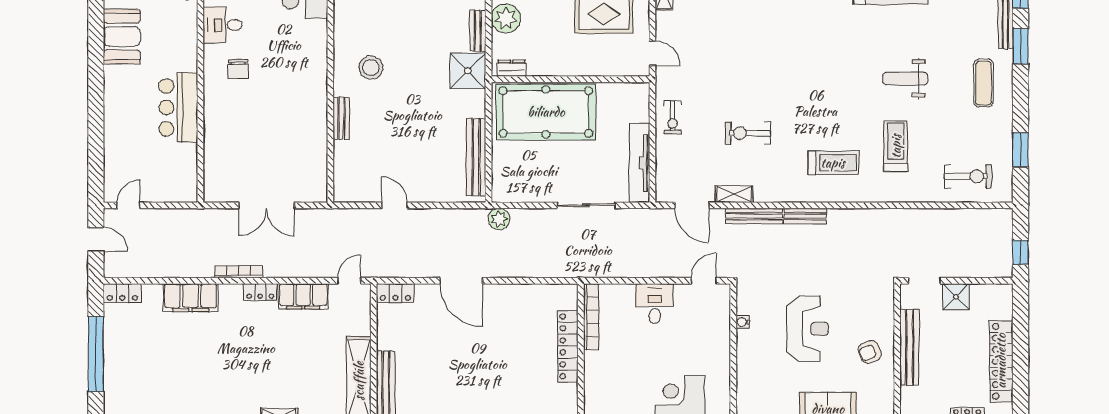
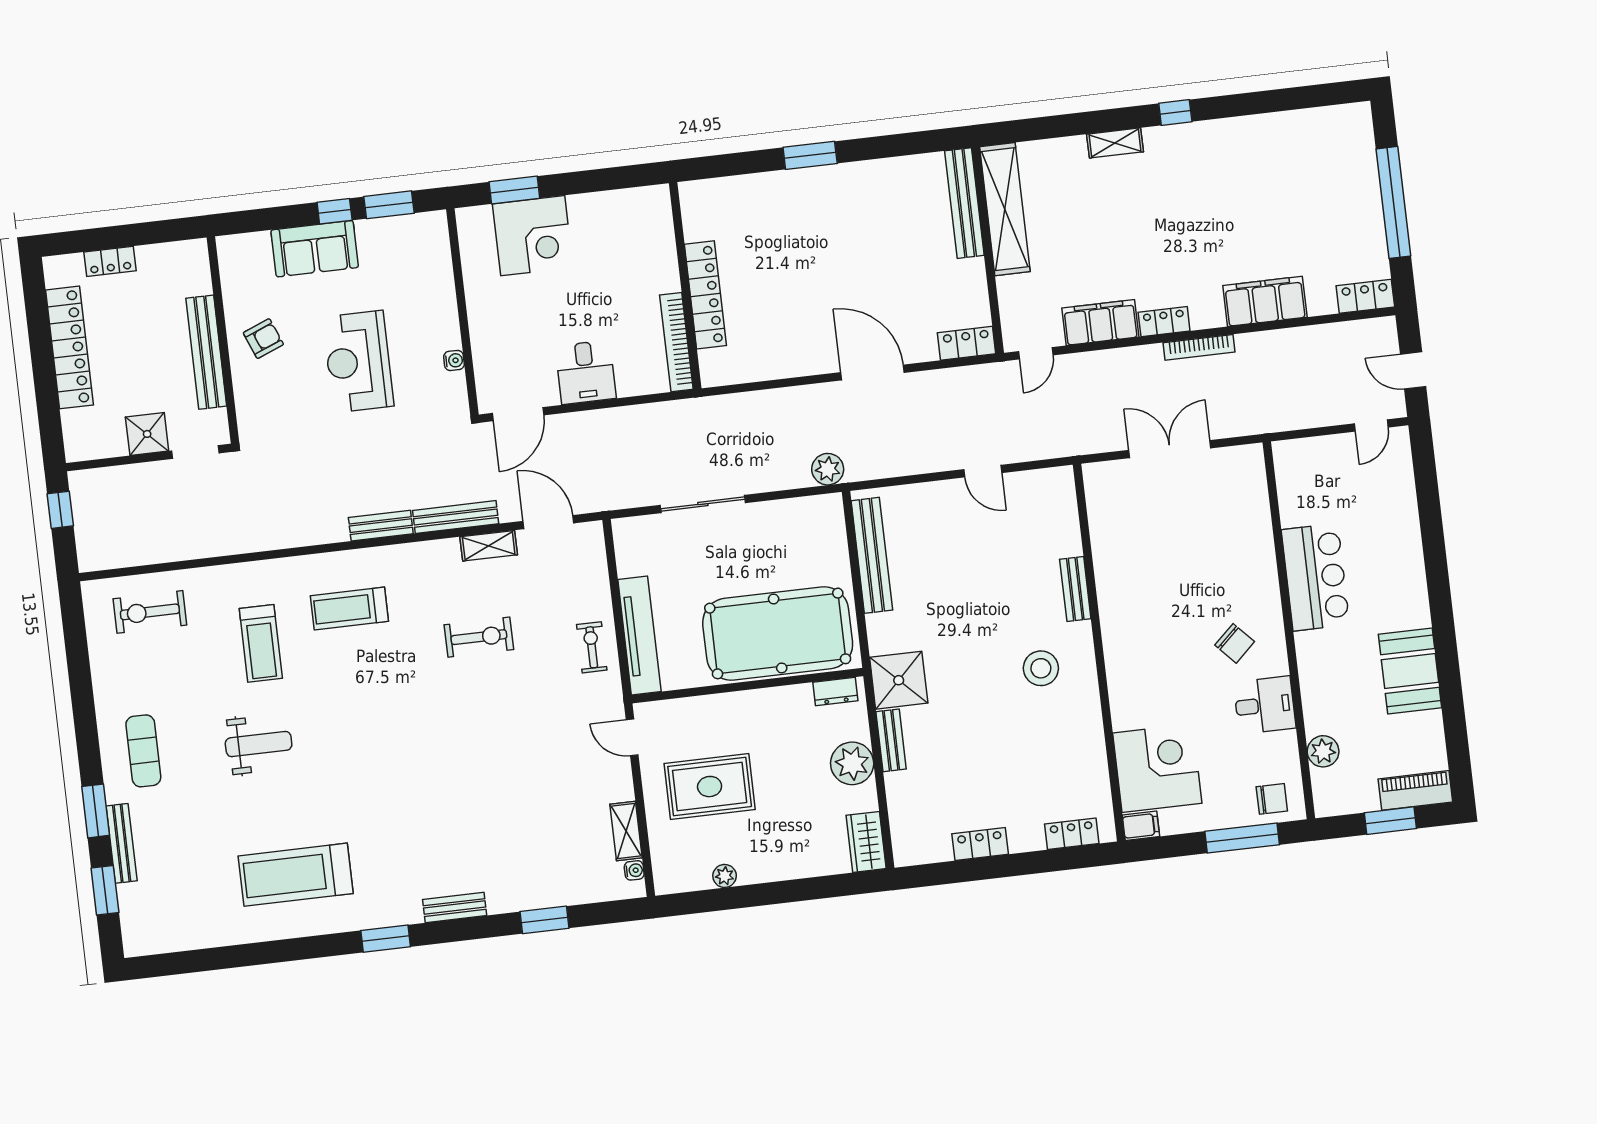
chair: (238, 69) -> (1235, 643), turned 137
window: (1020, 150) -> (78, 660), removed
tv unit: (639, 163) -> (639, 635), moved
door: (704, 281) -> (518, 414), width x1.38

